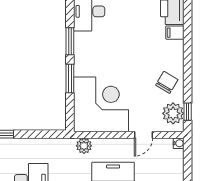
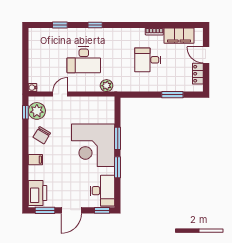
filing cabinet: (175, 33) -> (35, 160), moved
corner desk: (101, 104) -> (93, 145), moved

